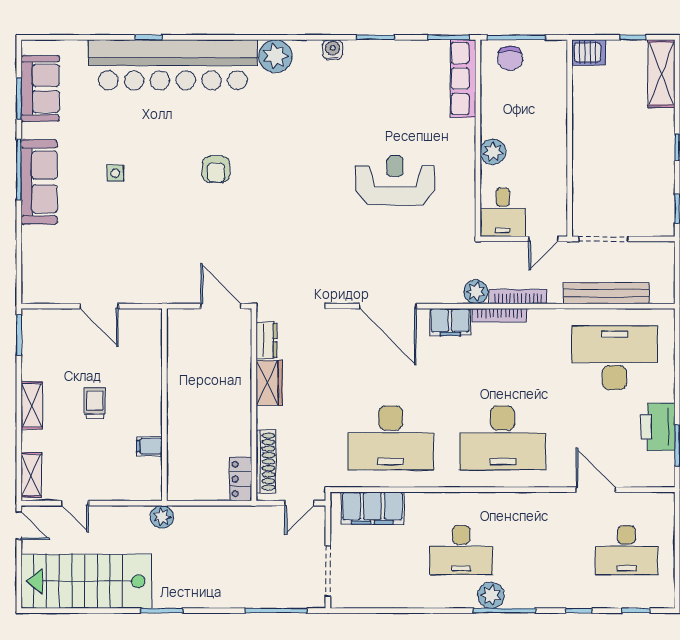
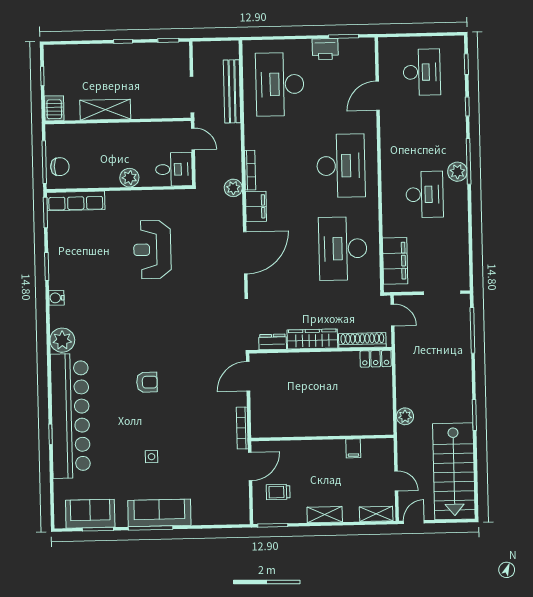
shelving: (661, 74) -> (105, 110), moved
bookcase: (518, 297) -> (242, 428), moved
wardrobe: (269, 383) -> (312, 339), width x1.50
trolley: (95, 403) -> (278, 492), moved
wall: (164, 405) -> (322, 438), moved
printer: (658, 427) -> (325, 49), width x0.73, depth x0.84
desk: (391, 438) -> (343, 249), turned 180
filing cabinet: (149, 446) -> (353, 448), moved
door: (75, 503) -> (396, 481), hinge flipped

